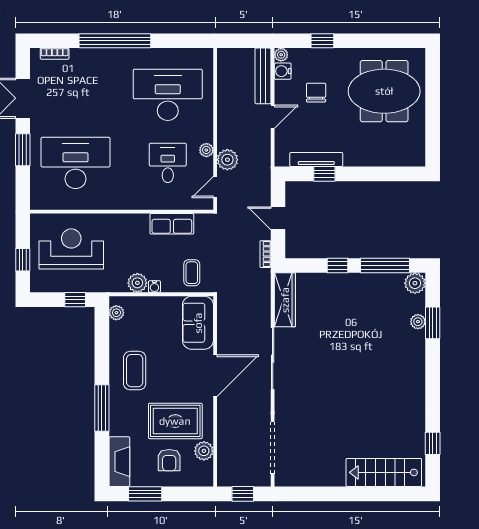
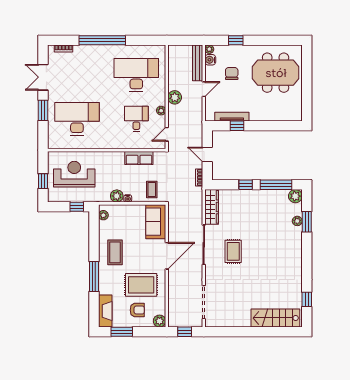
plant: (227, 160) -> (175, 97), moved
rug: (318, 369) -> (233, 251), added
plant: (204, 451) -> (160, 321), moved
armchair: (169, 460) -> (137, 310), turned -90

